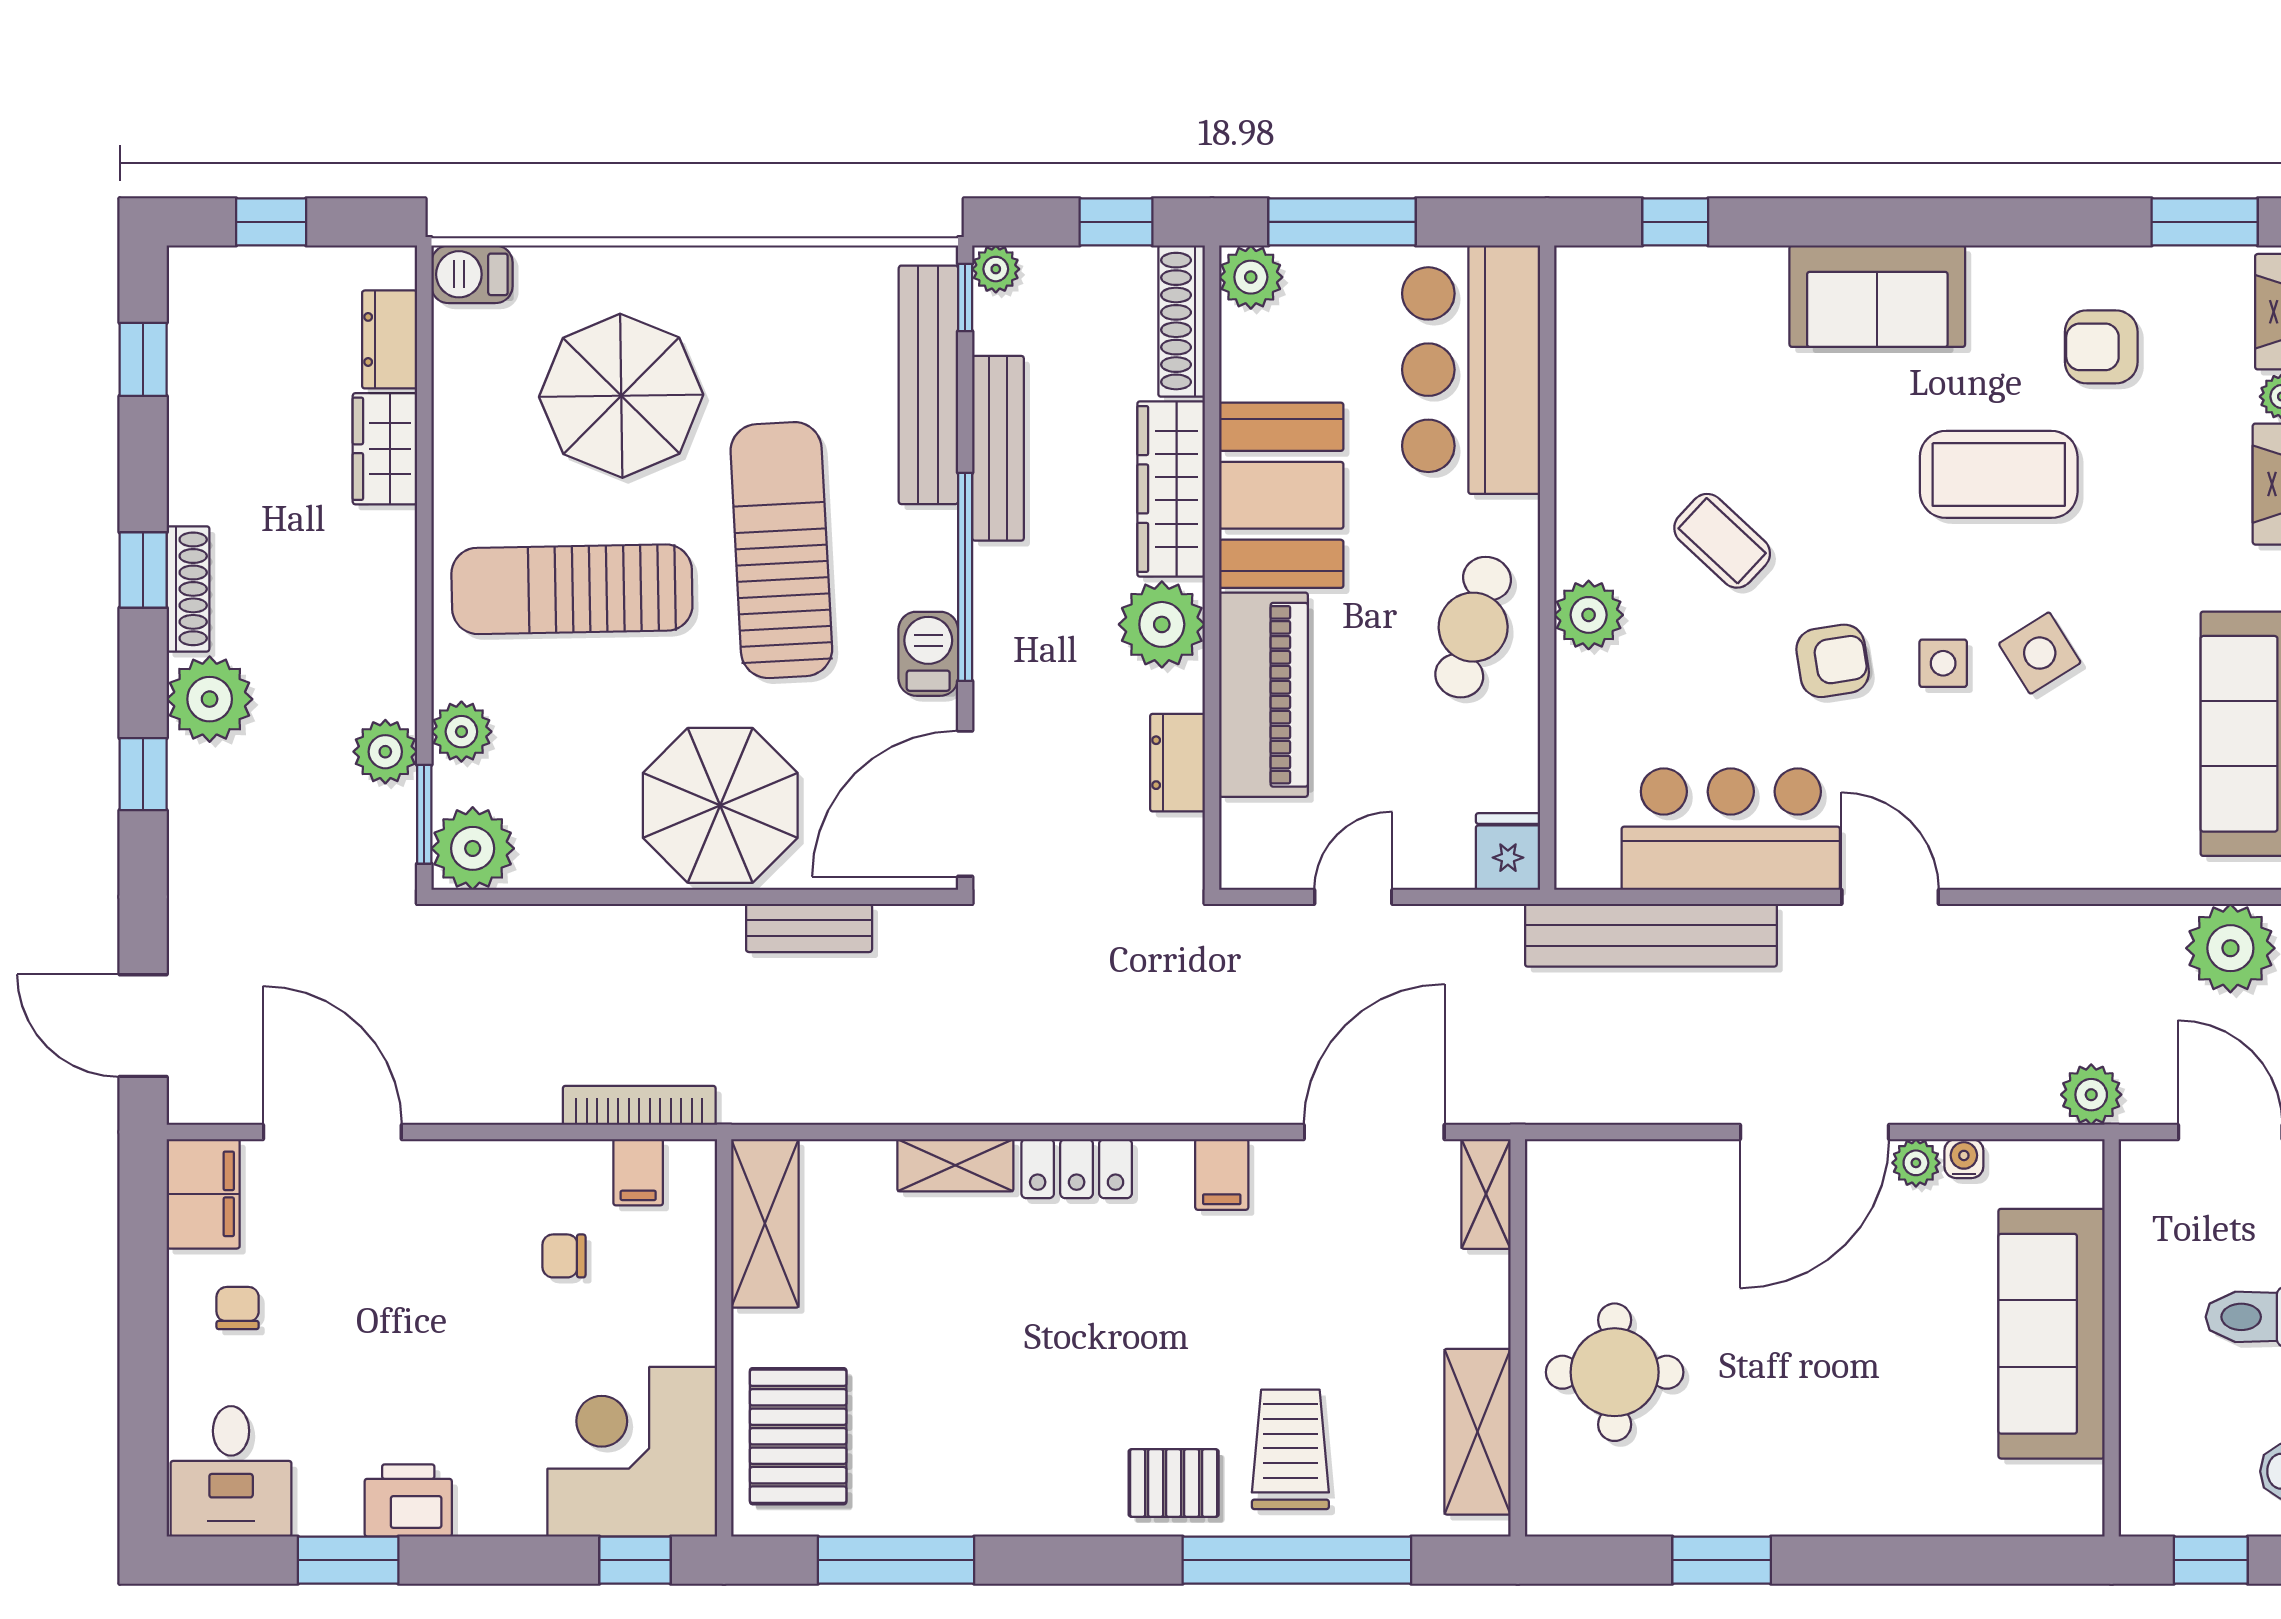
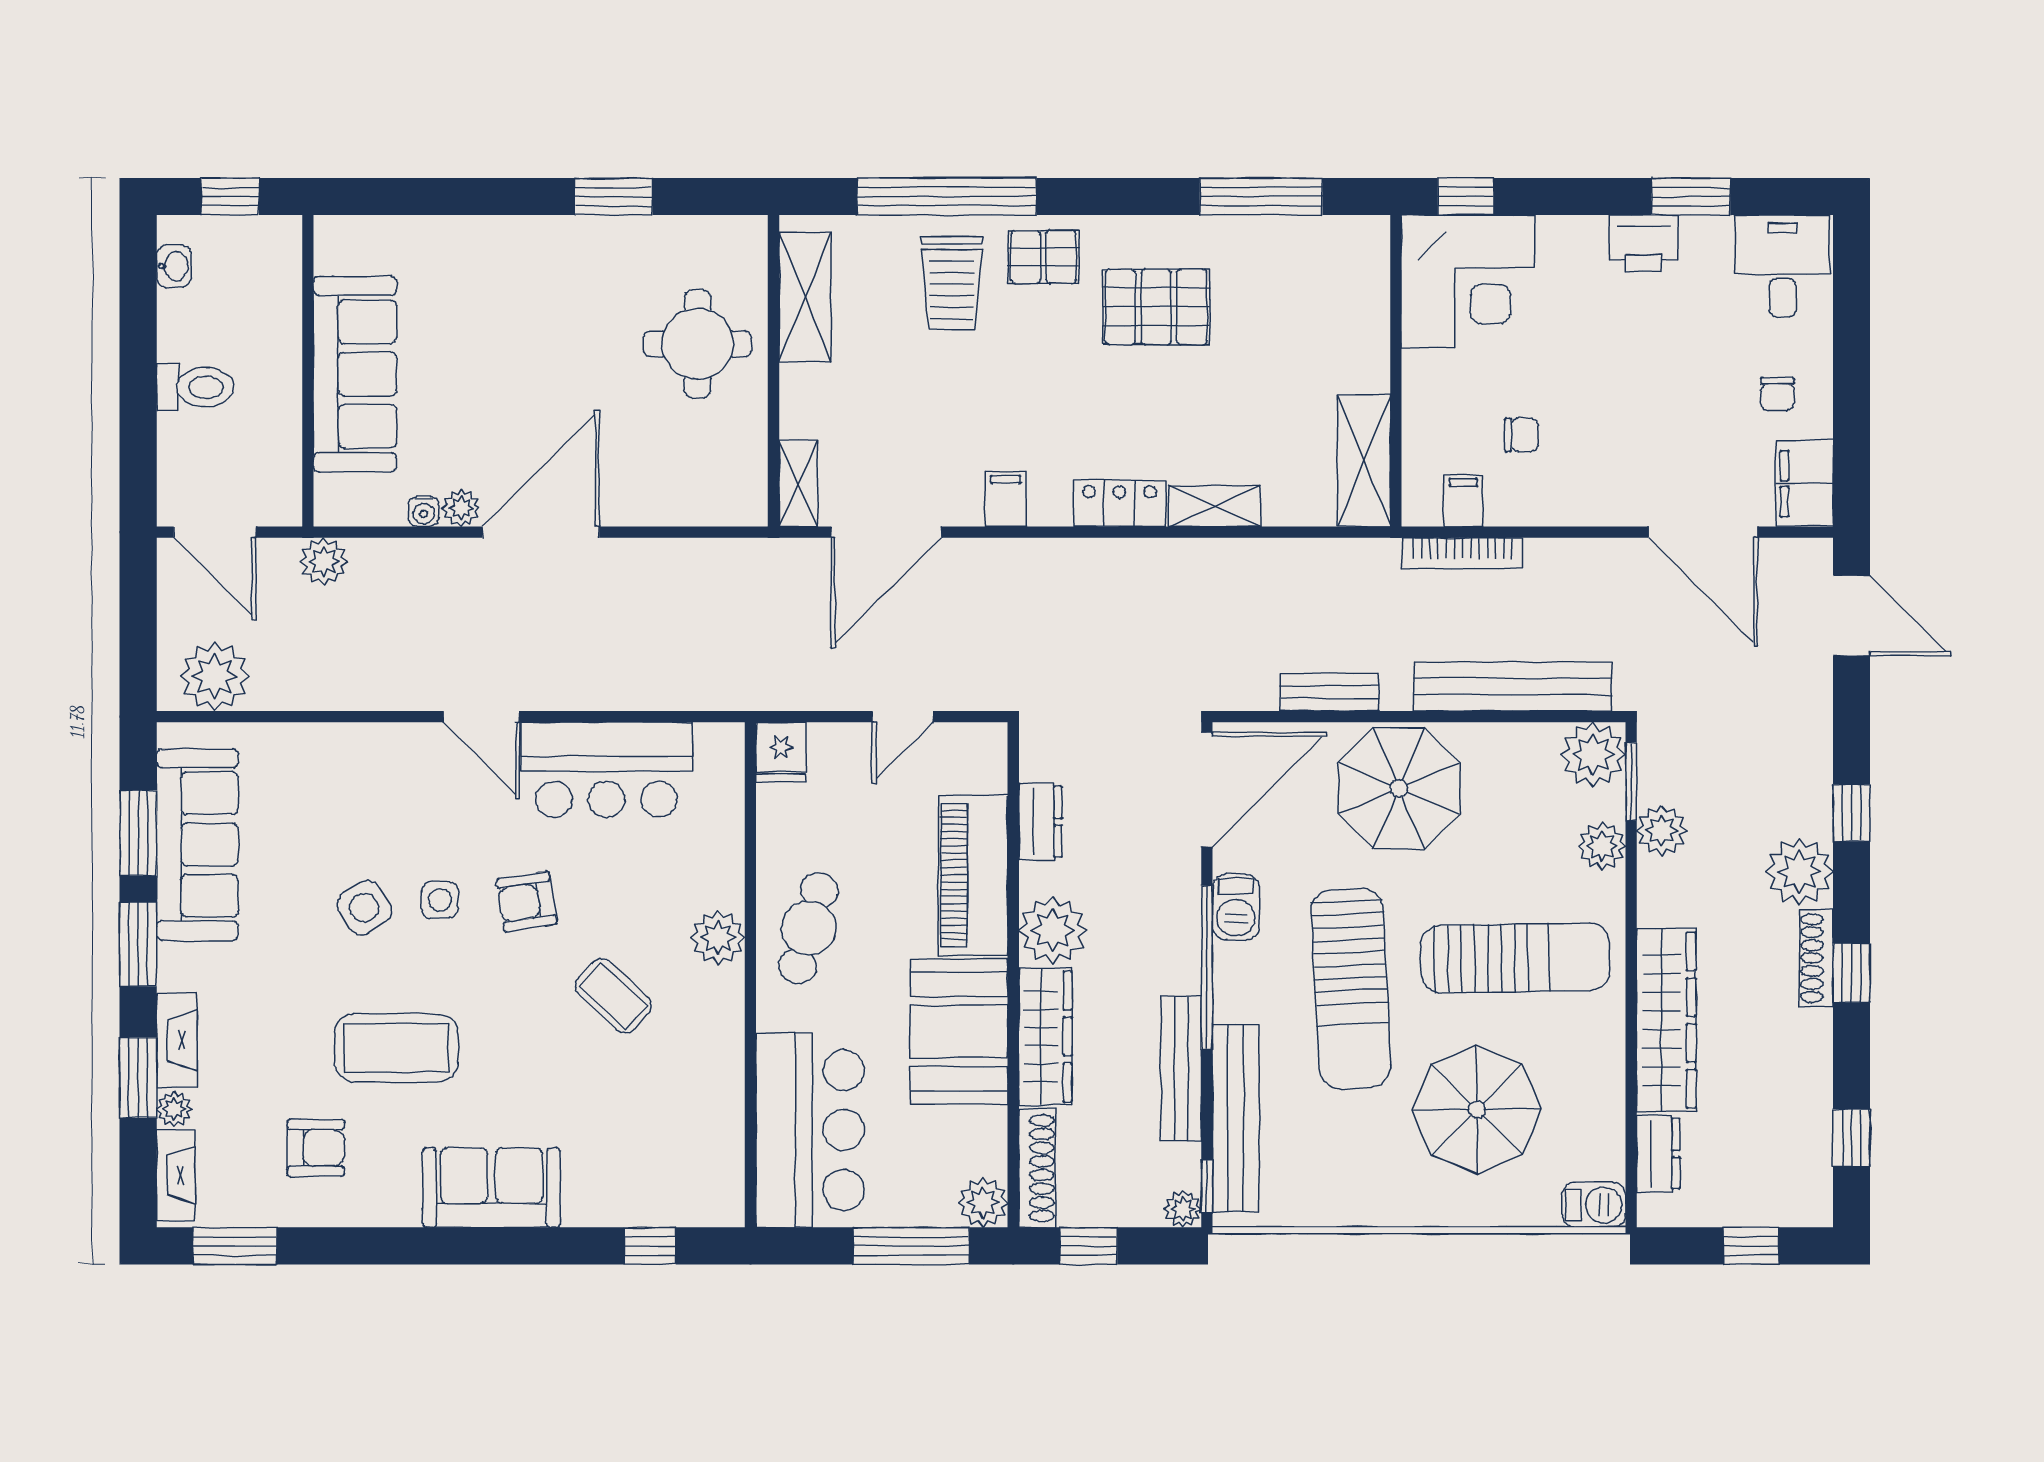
wardrobe: (385, 449) -> (1666, 1020), width x2.10, depth x1.17
bench: (1651, 935) -> (1513, 686), moved
pallet: (798, 1436) -> (1156, 307), moved, turned 90

